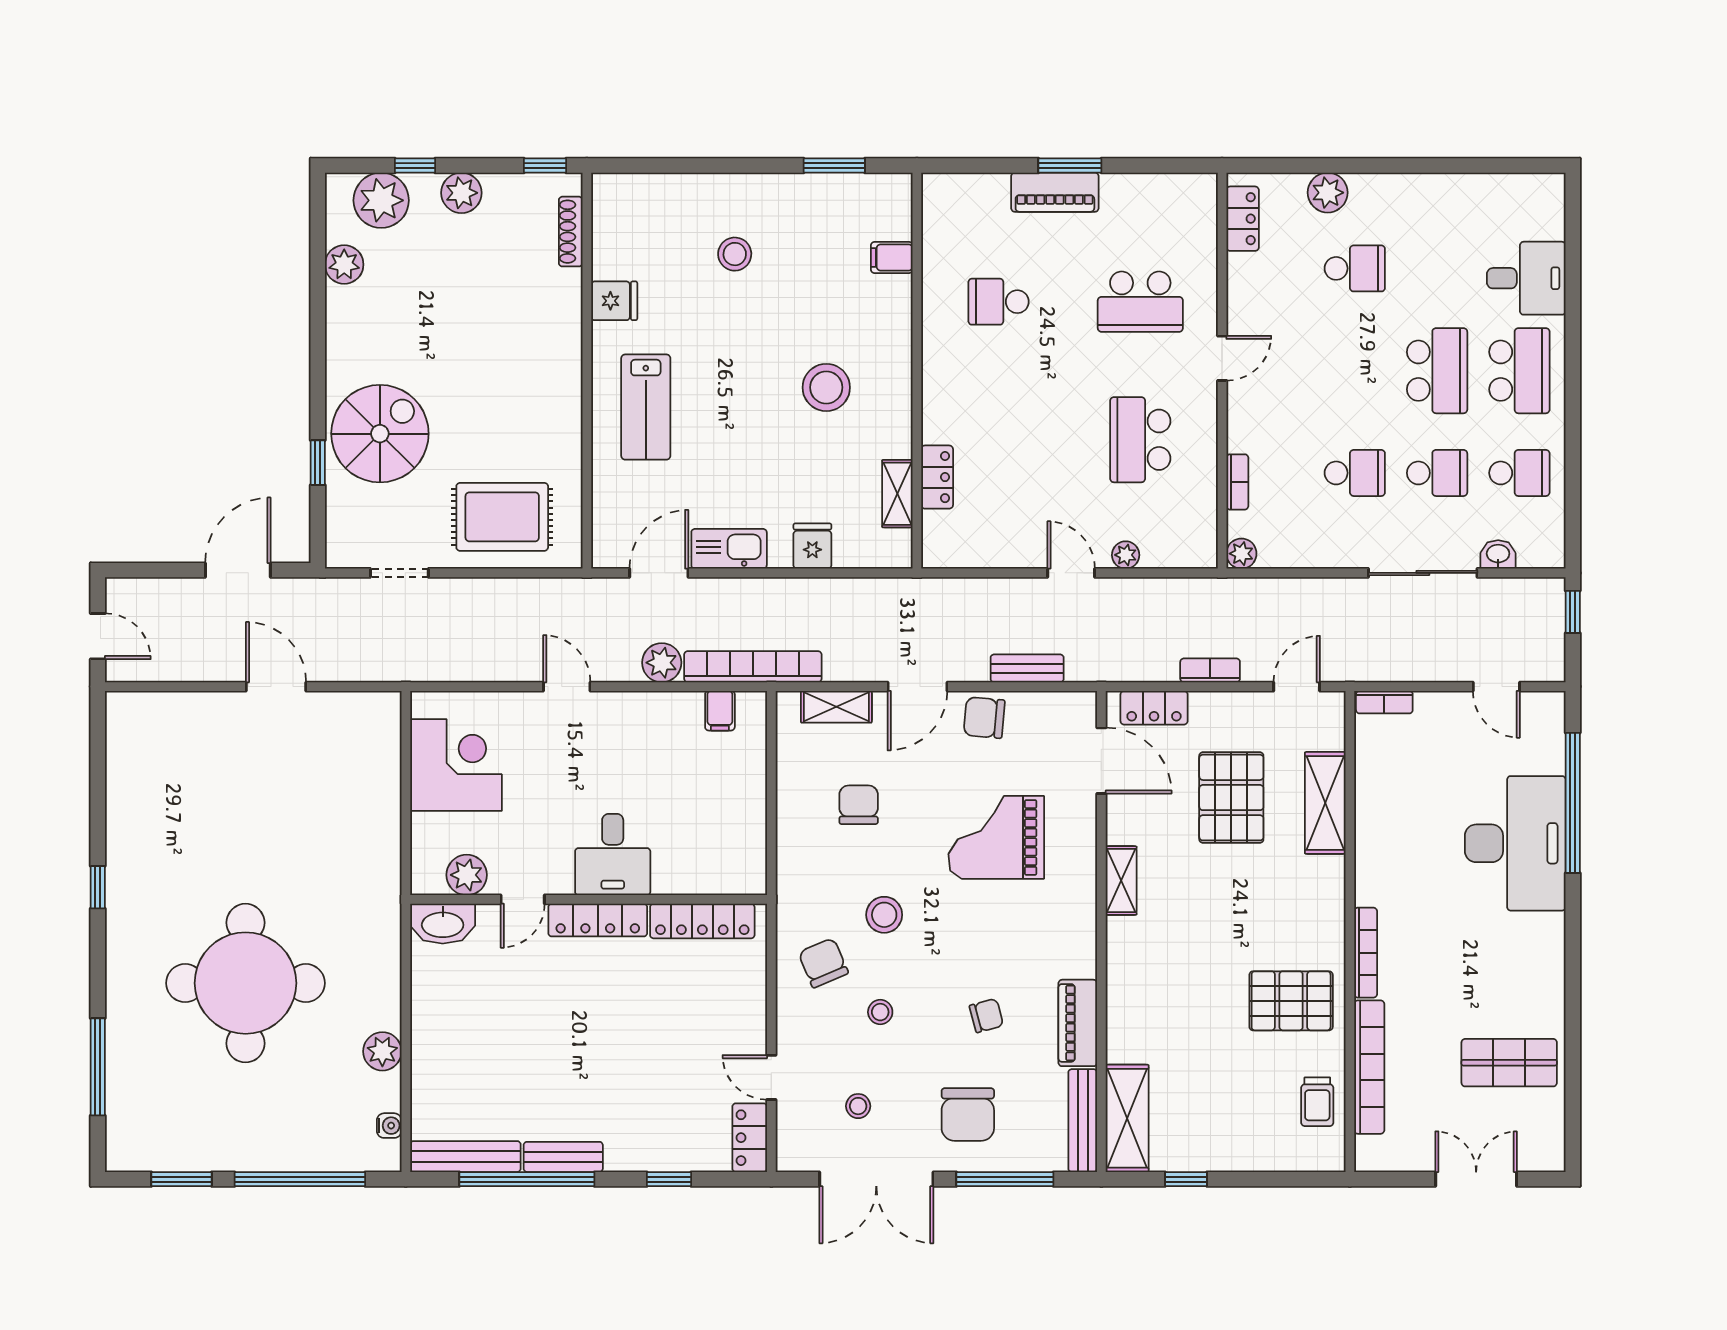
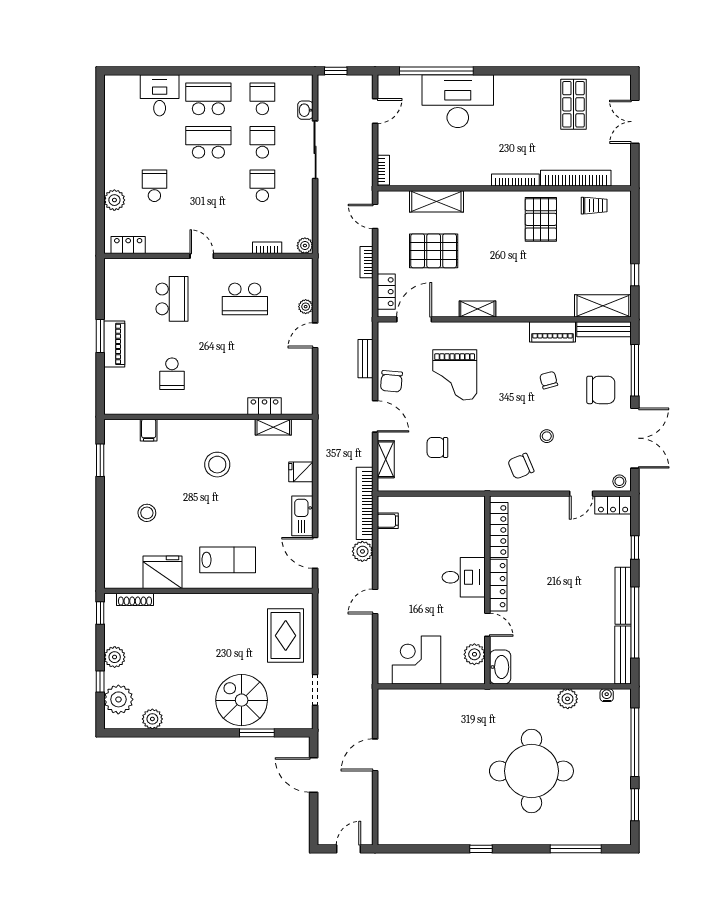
fridge: (614, 301) -> (162, 572), width x1.88, depth x1.34
window: (318, 463) -> (257, 733), width x1.50
stool: (884, 915) -> (495, 434), removed
stool: (858, 1106) -> (619, 481), moved
bench: (563, 1157) -> (623, 596), width x1.36

